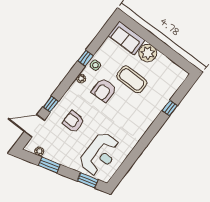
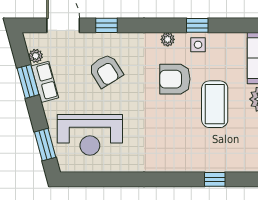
armchair: (73, 122) -> (106, 71), turned 148
row of seats: (56, 157) -> (45, 82), added

